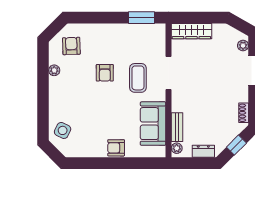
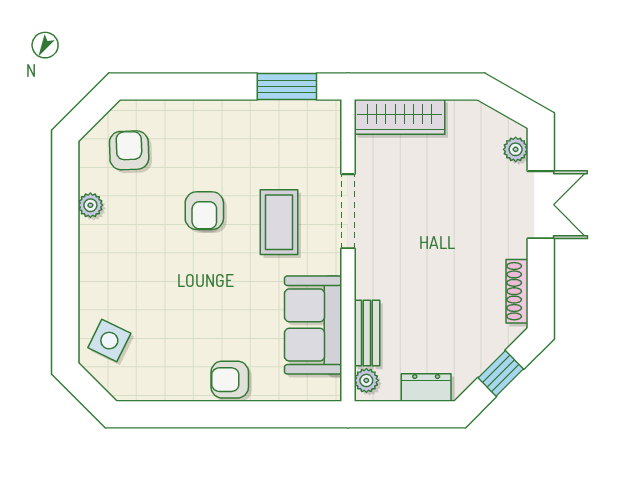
shoe rack: (244, 113) -> (517, 291), width x1.43

